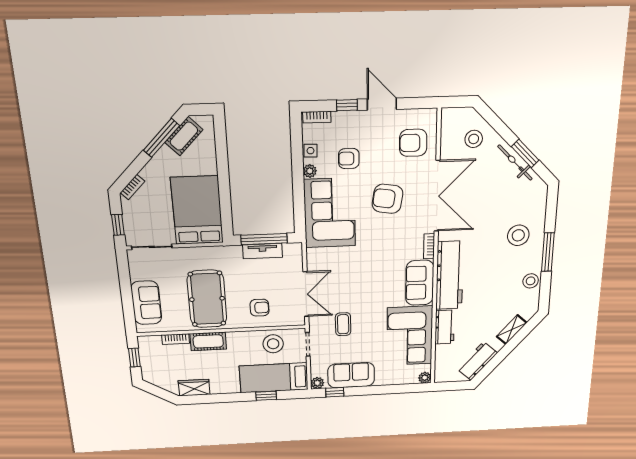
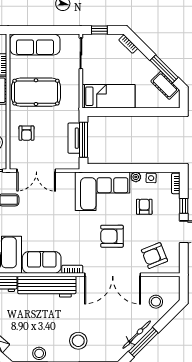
armchair: (413, 143) -> (154, 256), turned -112
window: (525, 154) -> (143, 342), width x1.44
armchair: (388, 199) -> (112, 236), turned -99
bed: (197, 210) -> (109, 96), width x0.67
sofa: (146, 303) -> (35, 44), width x1.36

